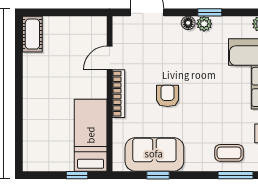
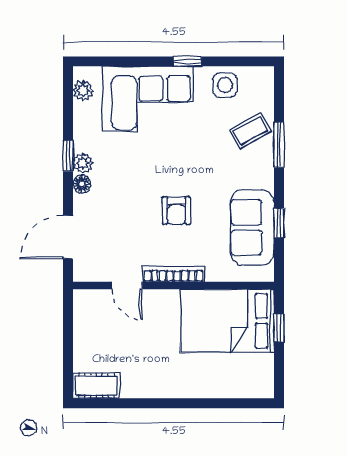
armchair: (168, 96) -> (176, 211), turned -90
bed: (91, 135) -> (227, 321), width x1.50
coffee table: (229, 153) -> (250, 131), turned 61
window: (235, 175) -> (279, 145), moved

